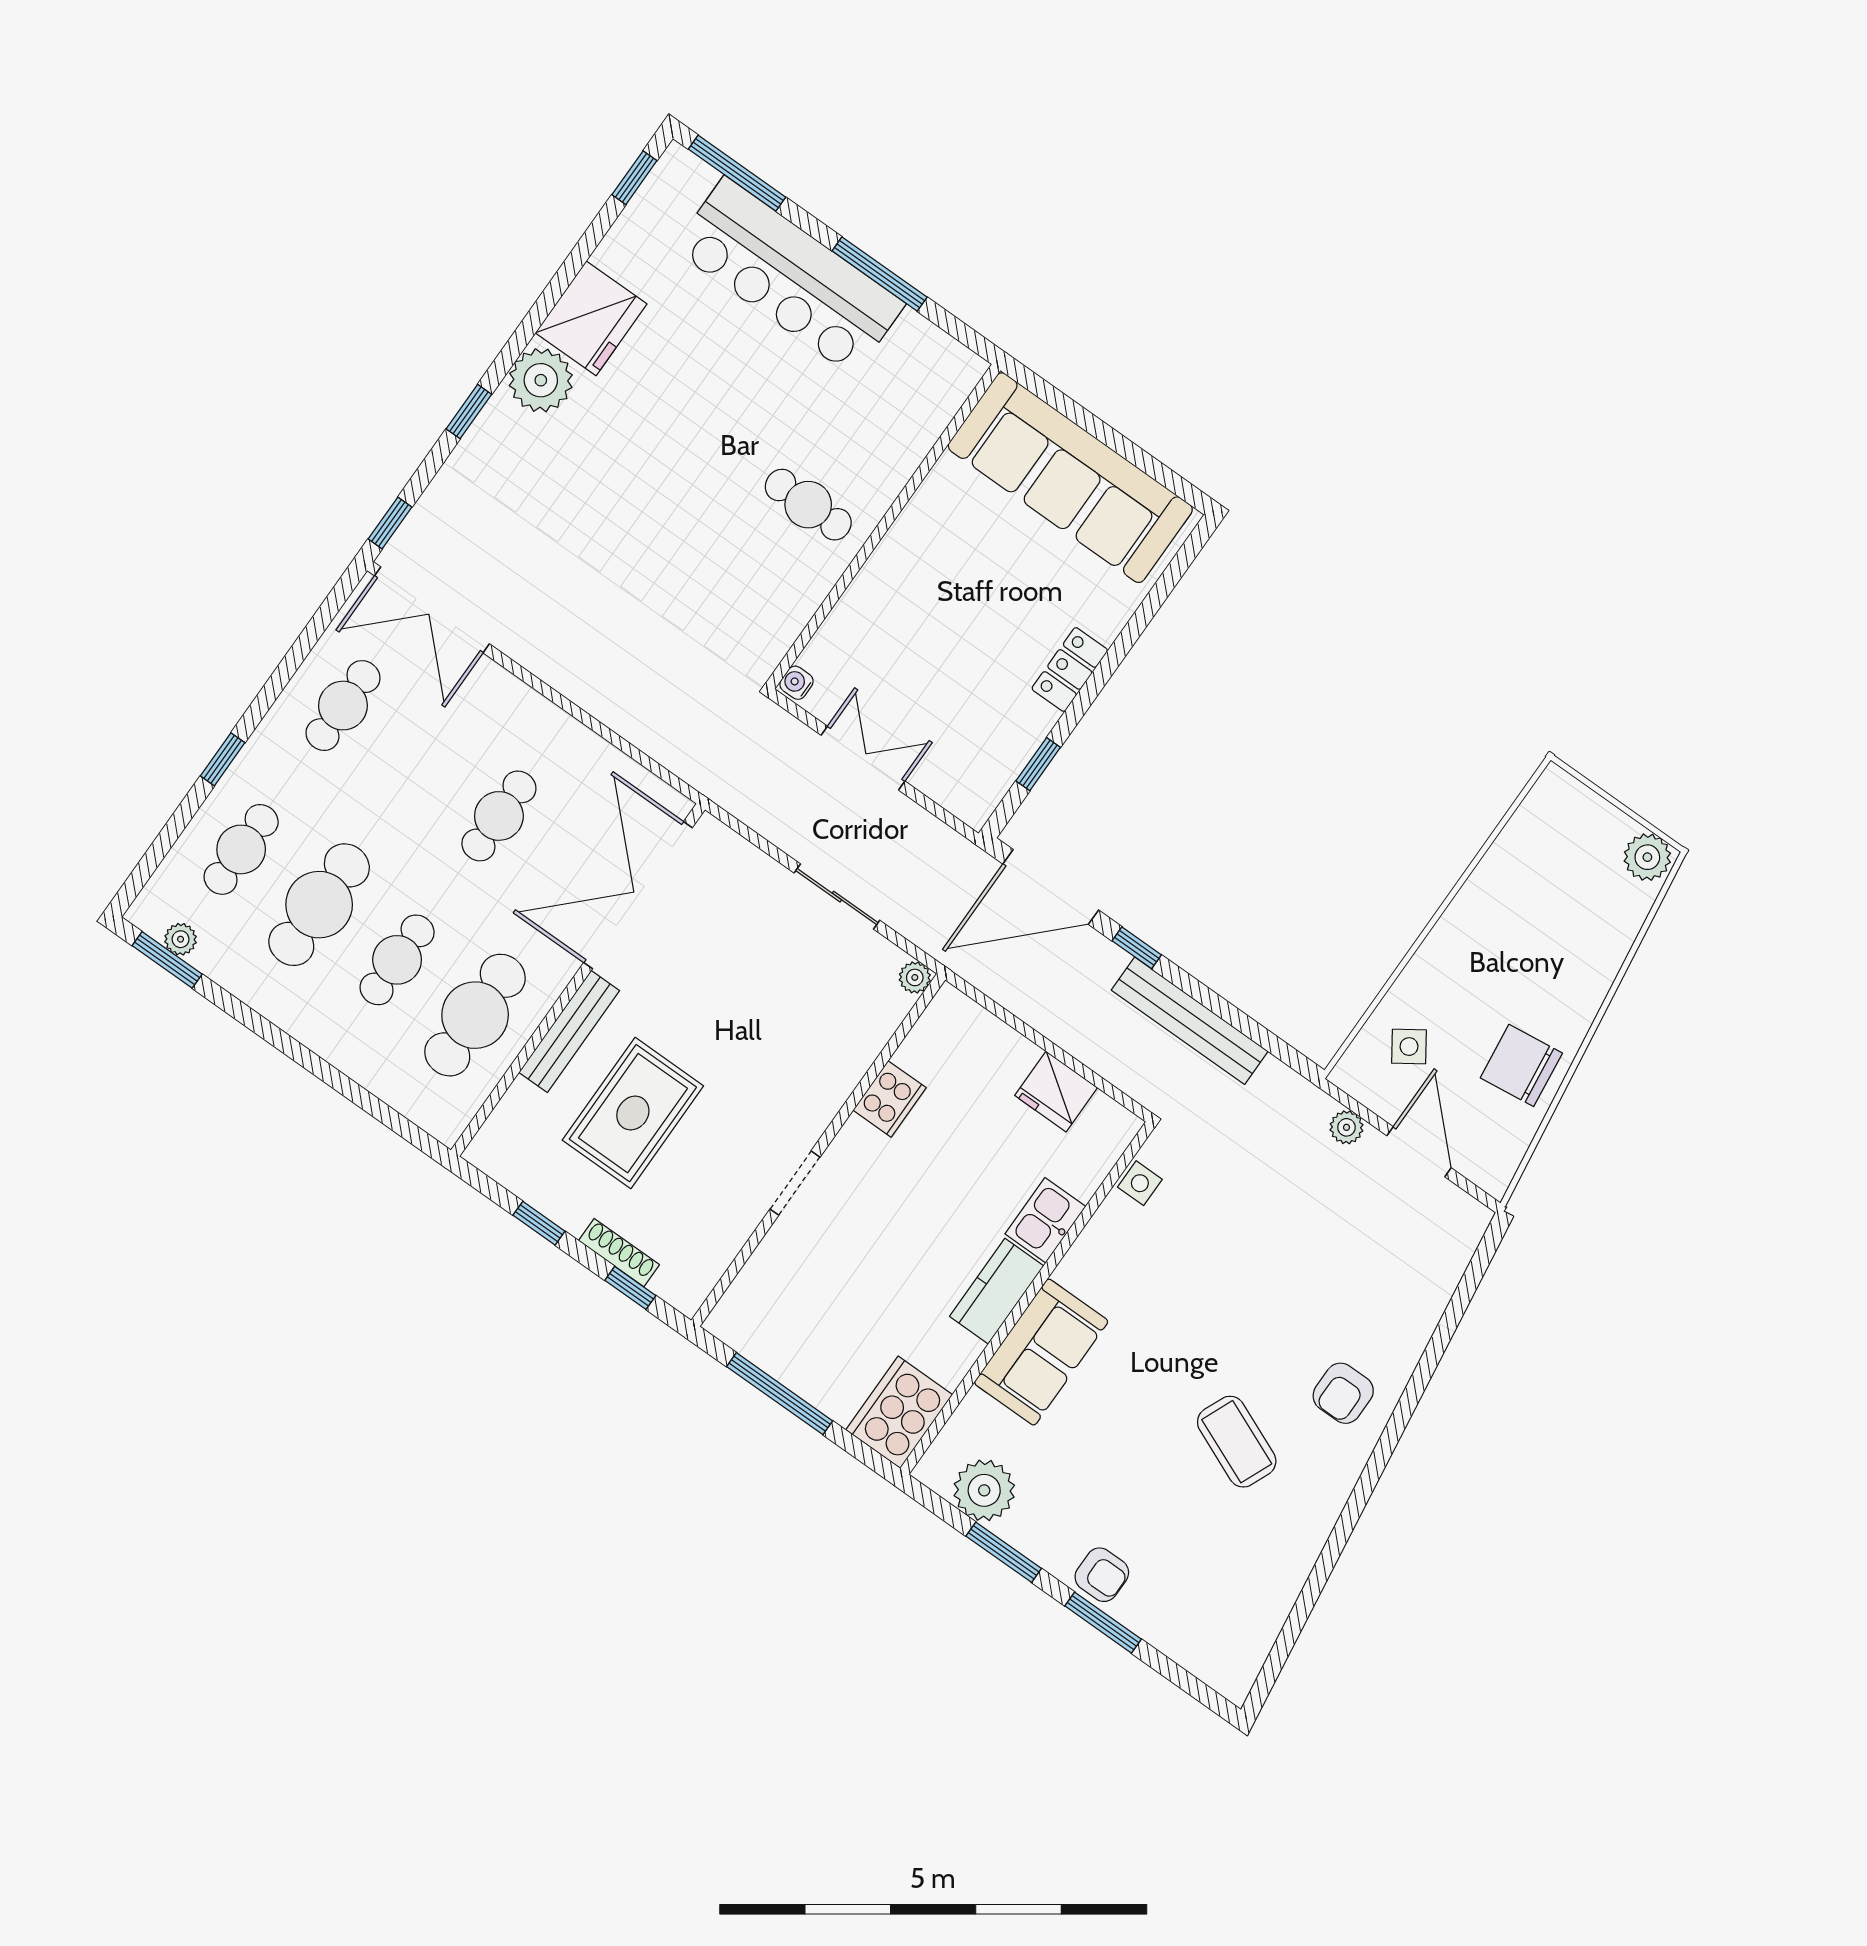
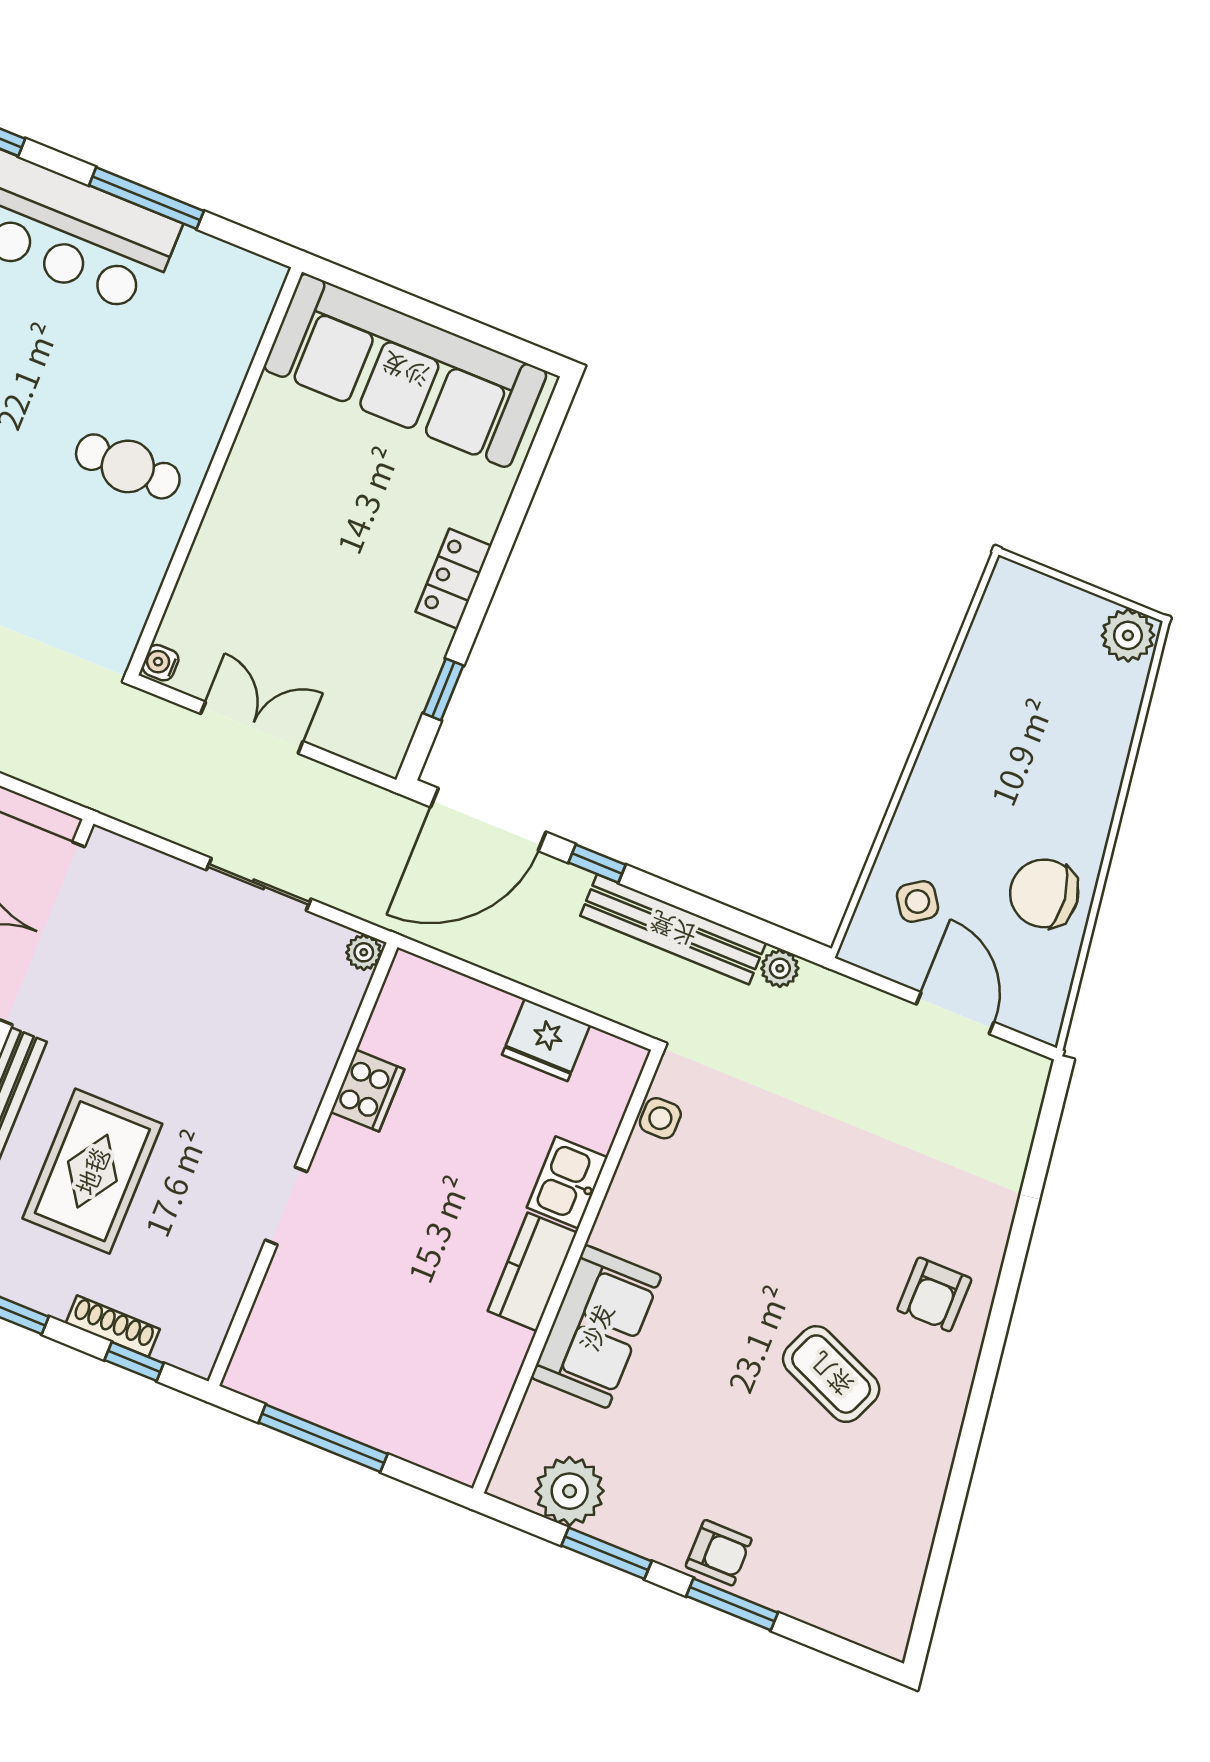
plant: (1347, 1127) -> (780, 968), moved
cooker: (899, 1412) -> (457, 1428), removed

